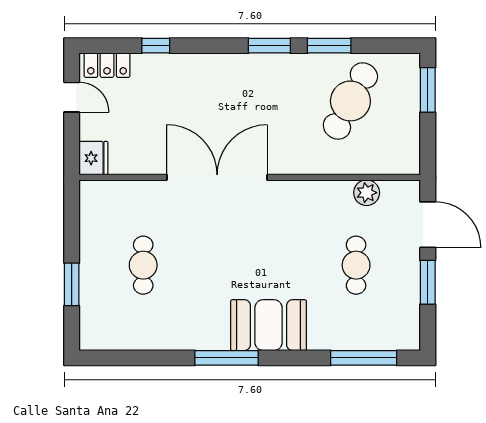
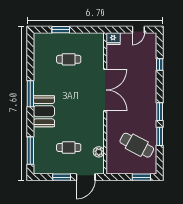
locker: (107, 65) -> (152, 44), removed

